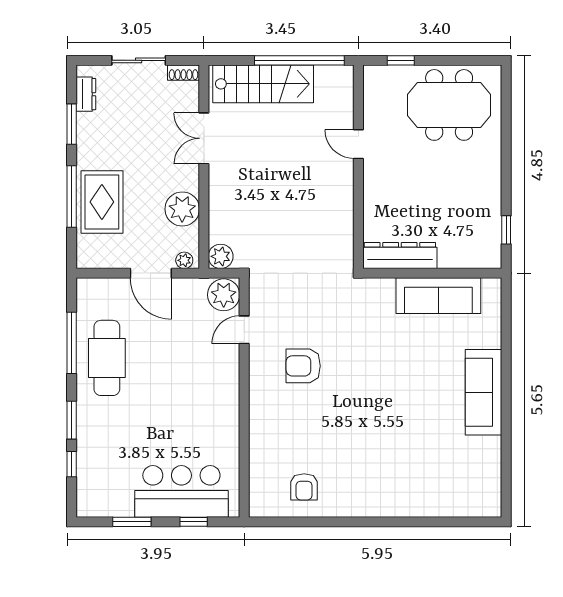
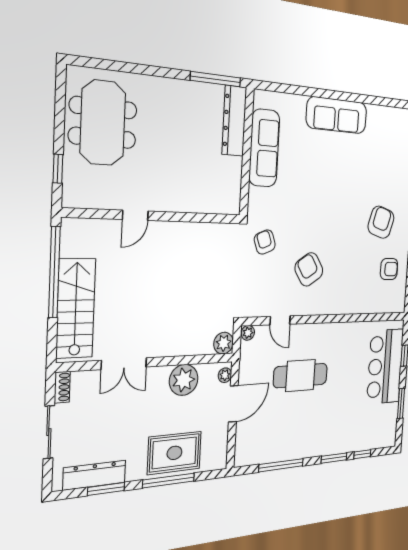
dresser: (86, 94) -> (95, 475), width x1.96, depth x1.24
window: (506, 230) -> (216, 79), width x2.17
dresser: (400, 256) -> (234, 121), moved
plant: (224, 295) -> (248, 333), width x0.53, depth x0.53
armchair: (334, 303) -> (265, 242), added
cafe table: (107, 358) -> (301, 376), moved
armchair: (303, 366) -> (309, 269), turned 147
armchair: (361, 469) -> (381, 222), added

